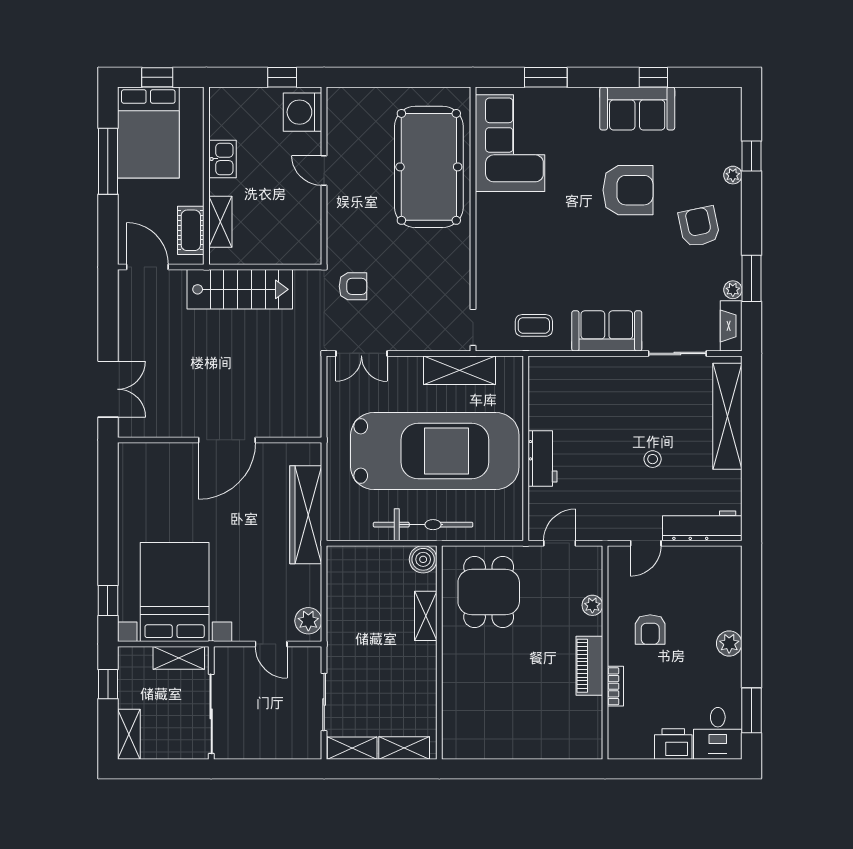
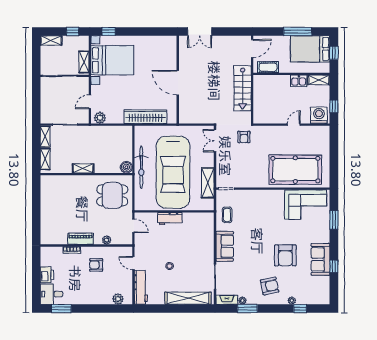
shelving: (220, 222) -> (319, 80), moved
shelving: (426, 616) -> (83, 168), moved
plant: (729, 643) -> (118, 299), moved

